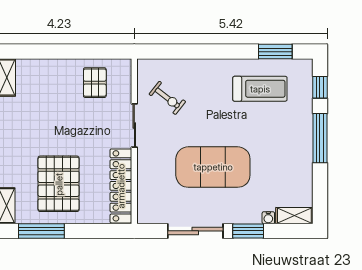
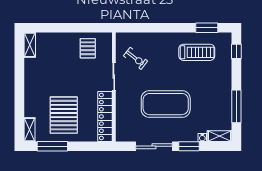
window: (320, 138) -> (236, 106), moved

